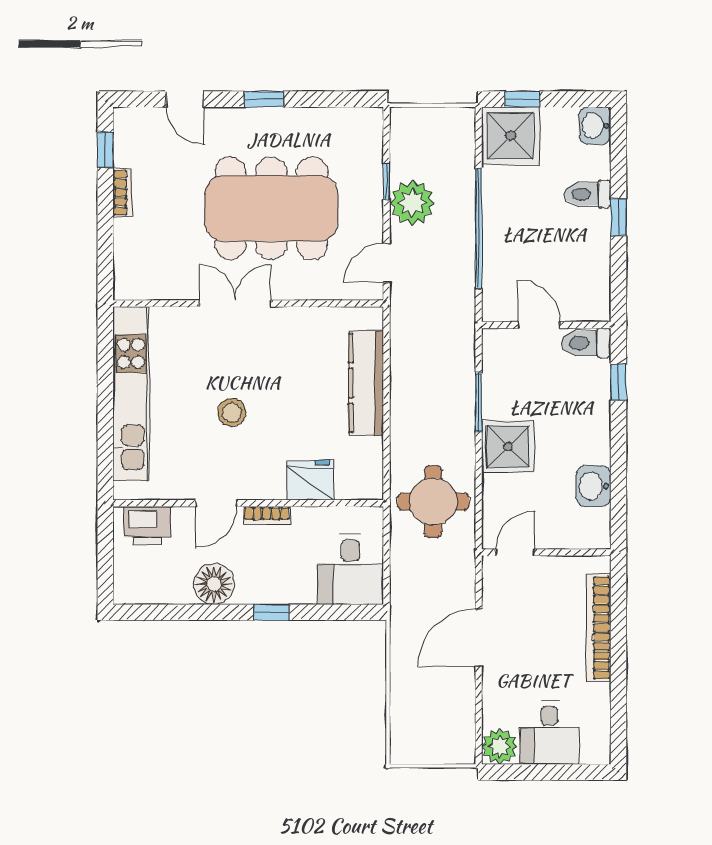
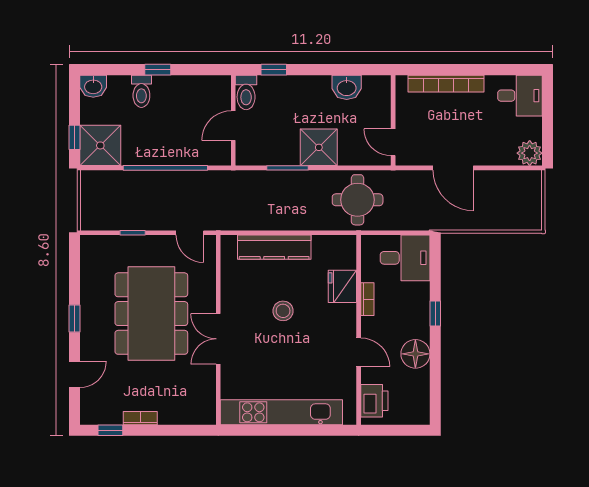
plant: (412, 203) -> (148, 215), removed
stool: (232, 412) -> (283, 311), moved
bookcase: (267, 516) -> (367, 299), moved
desk: (549, 733) -> (520, 96), moved

